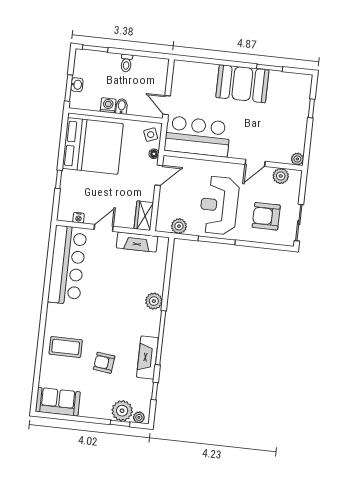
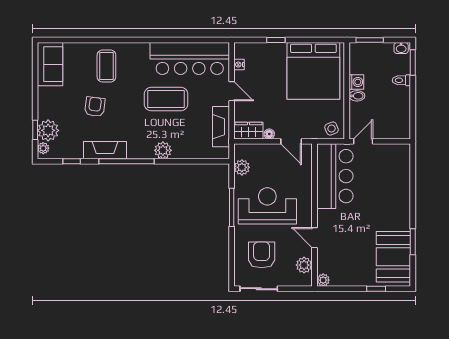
toilet: (126, 63) -> (401, 80), moved
booth: (242, 84) -> (393, 257), moved
washbasin: (77, 85) -> (401, 48), moved
floor lamp: (154, 154) -> (269, 134), moved
coffee table: (104, 293) -> (166, 99), added

